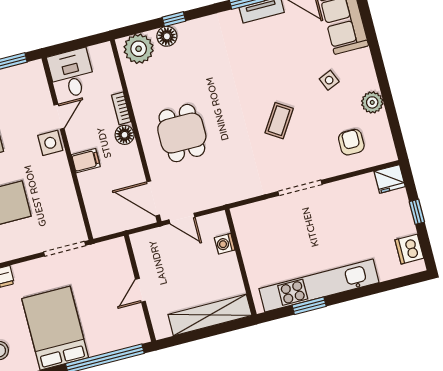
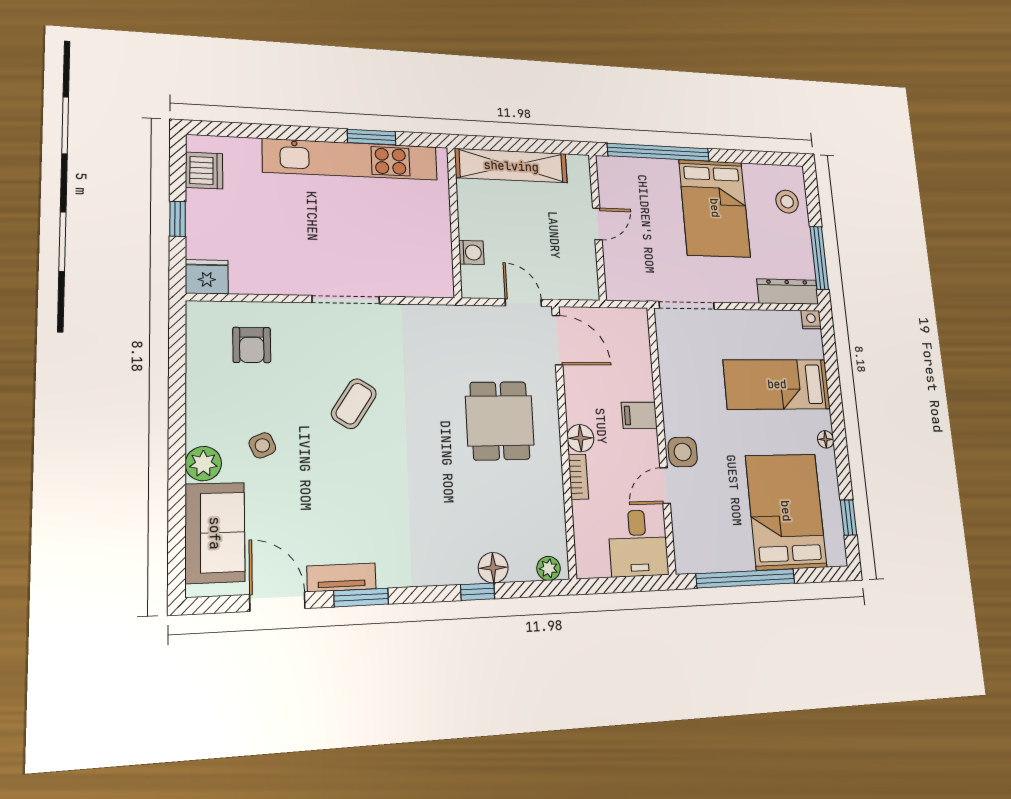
plant: (139, 49) -> (549, 568), width x0.53, depth x0.53
plant: (372, 102) -> (203, 464), moved

